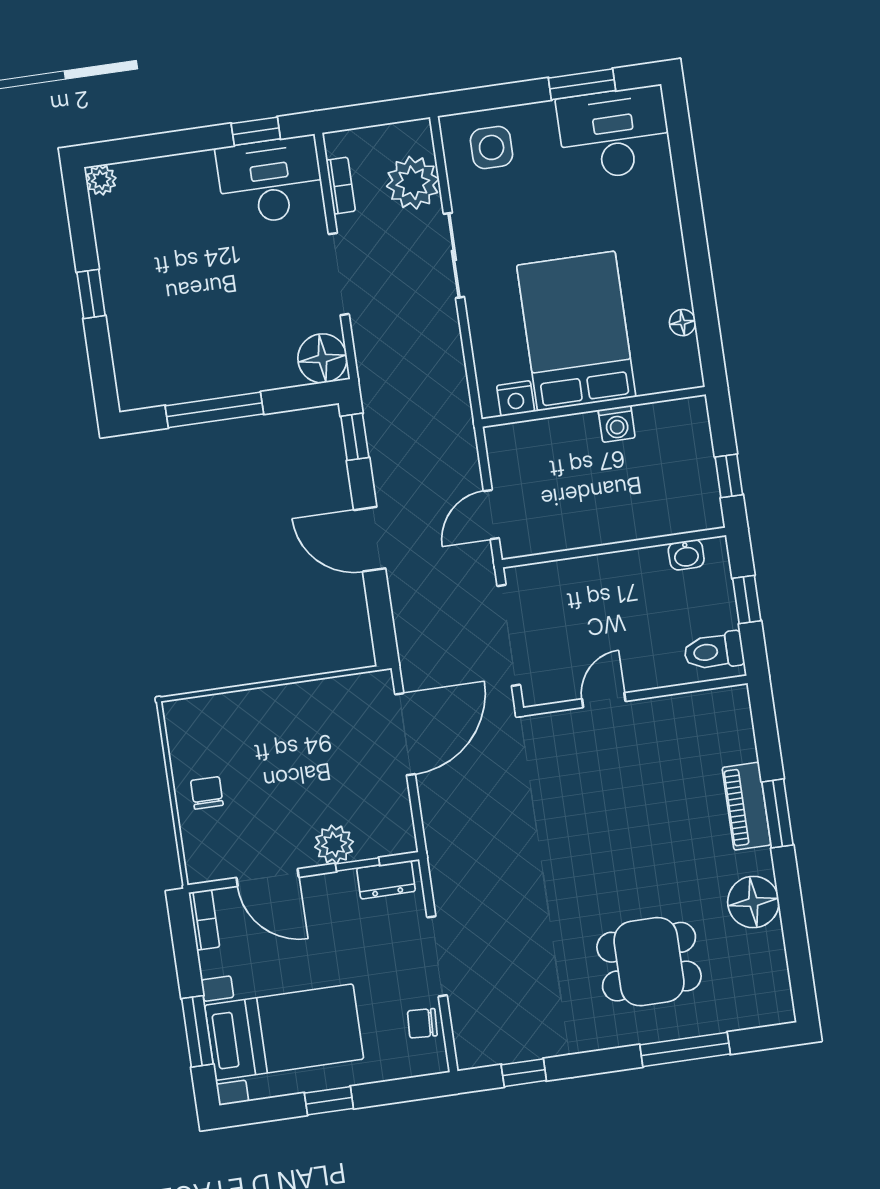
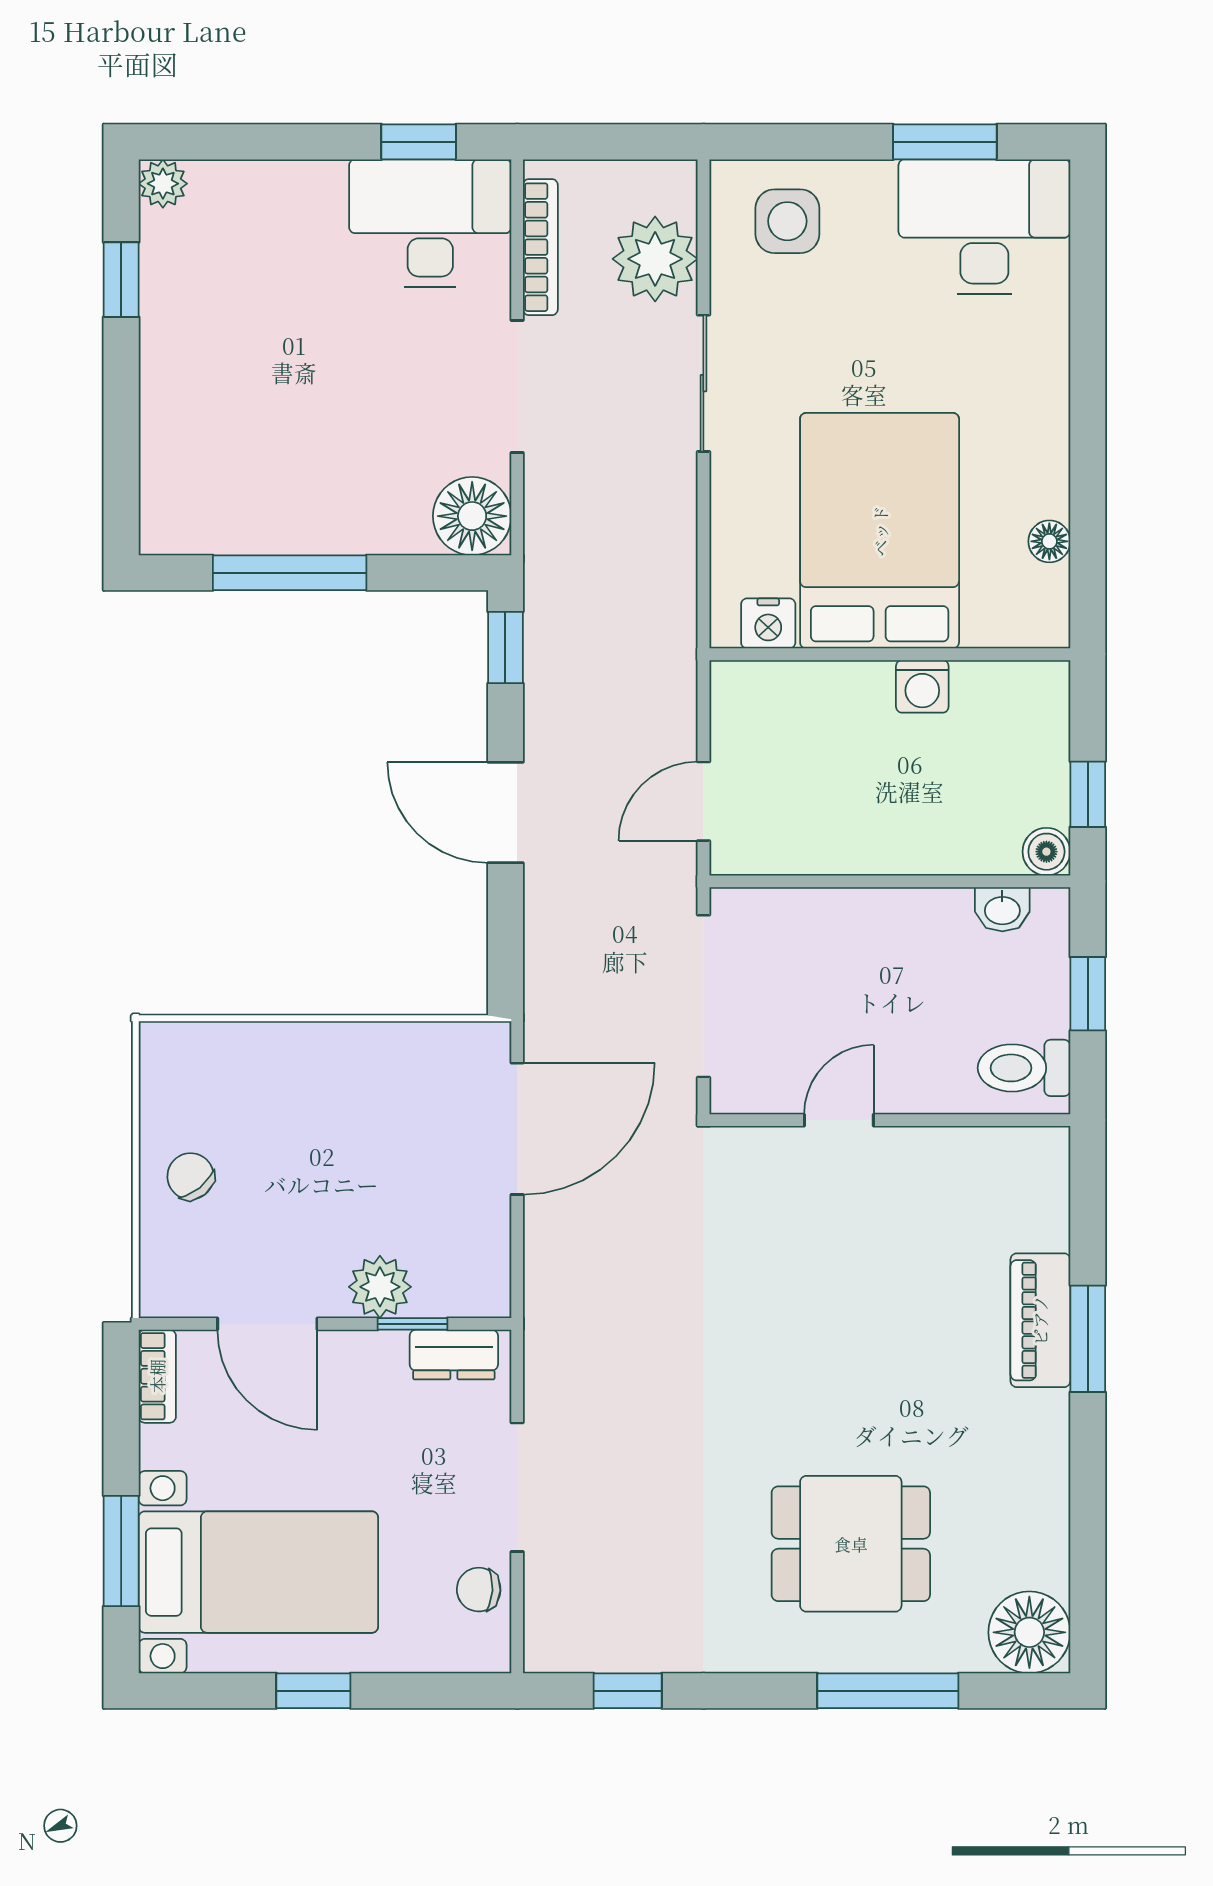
bookcase: (341, 186) -> (540, 247), width x1.56
window: (91, 294) -> (121, 280), moved
boiler: (708, 515) -> (1046, 852), added
chair: (207, 793) -> (191, 1176), turned -39
floor lamp: (753, 902) -> (1029, 1632), moved

